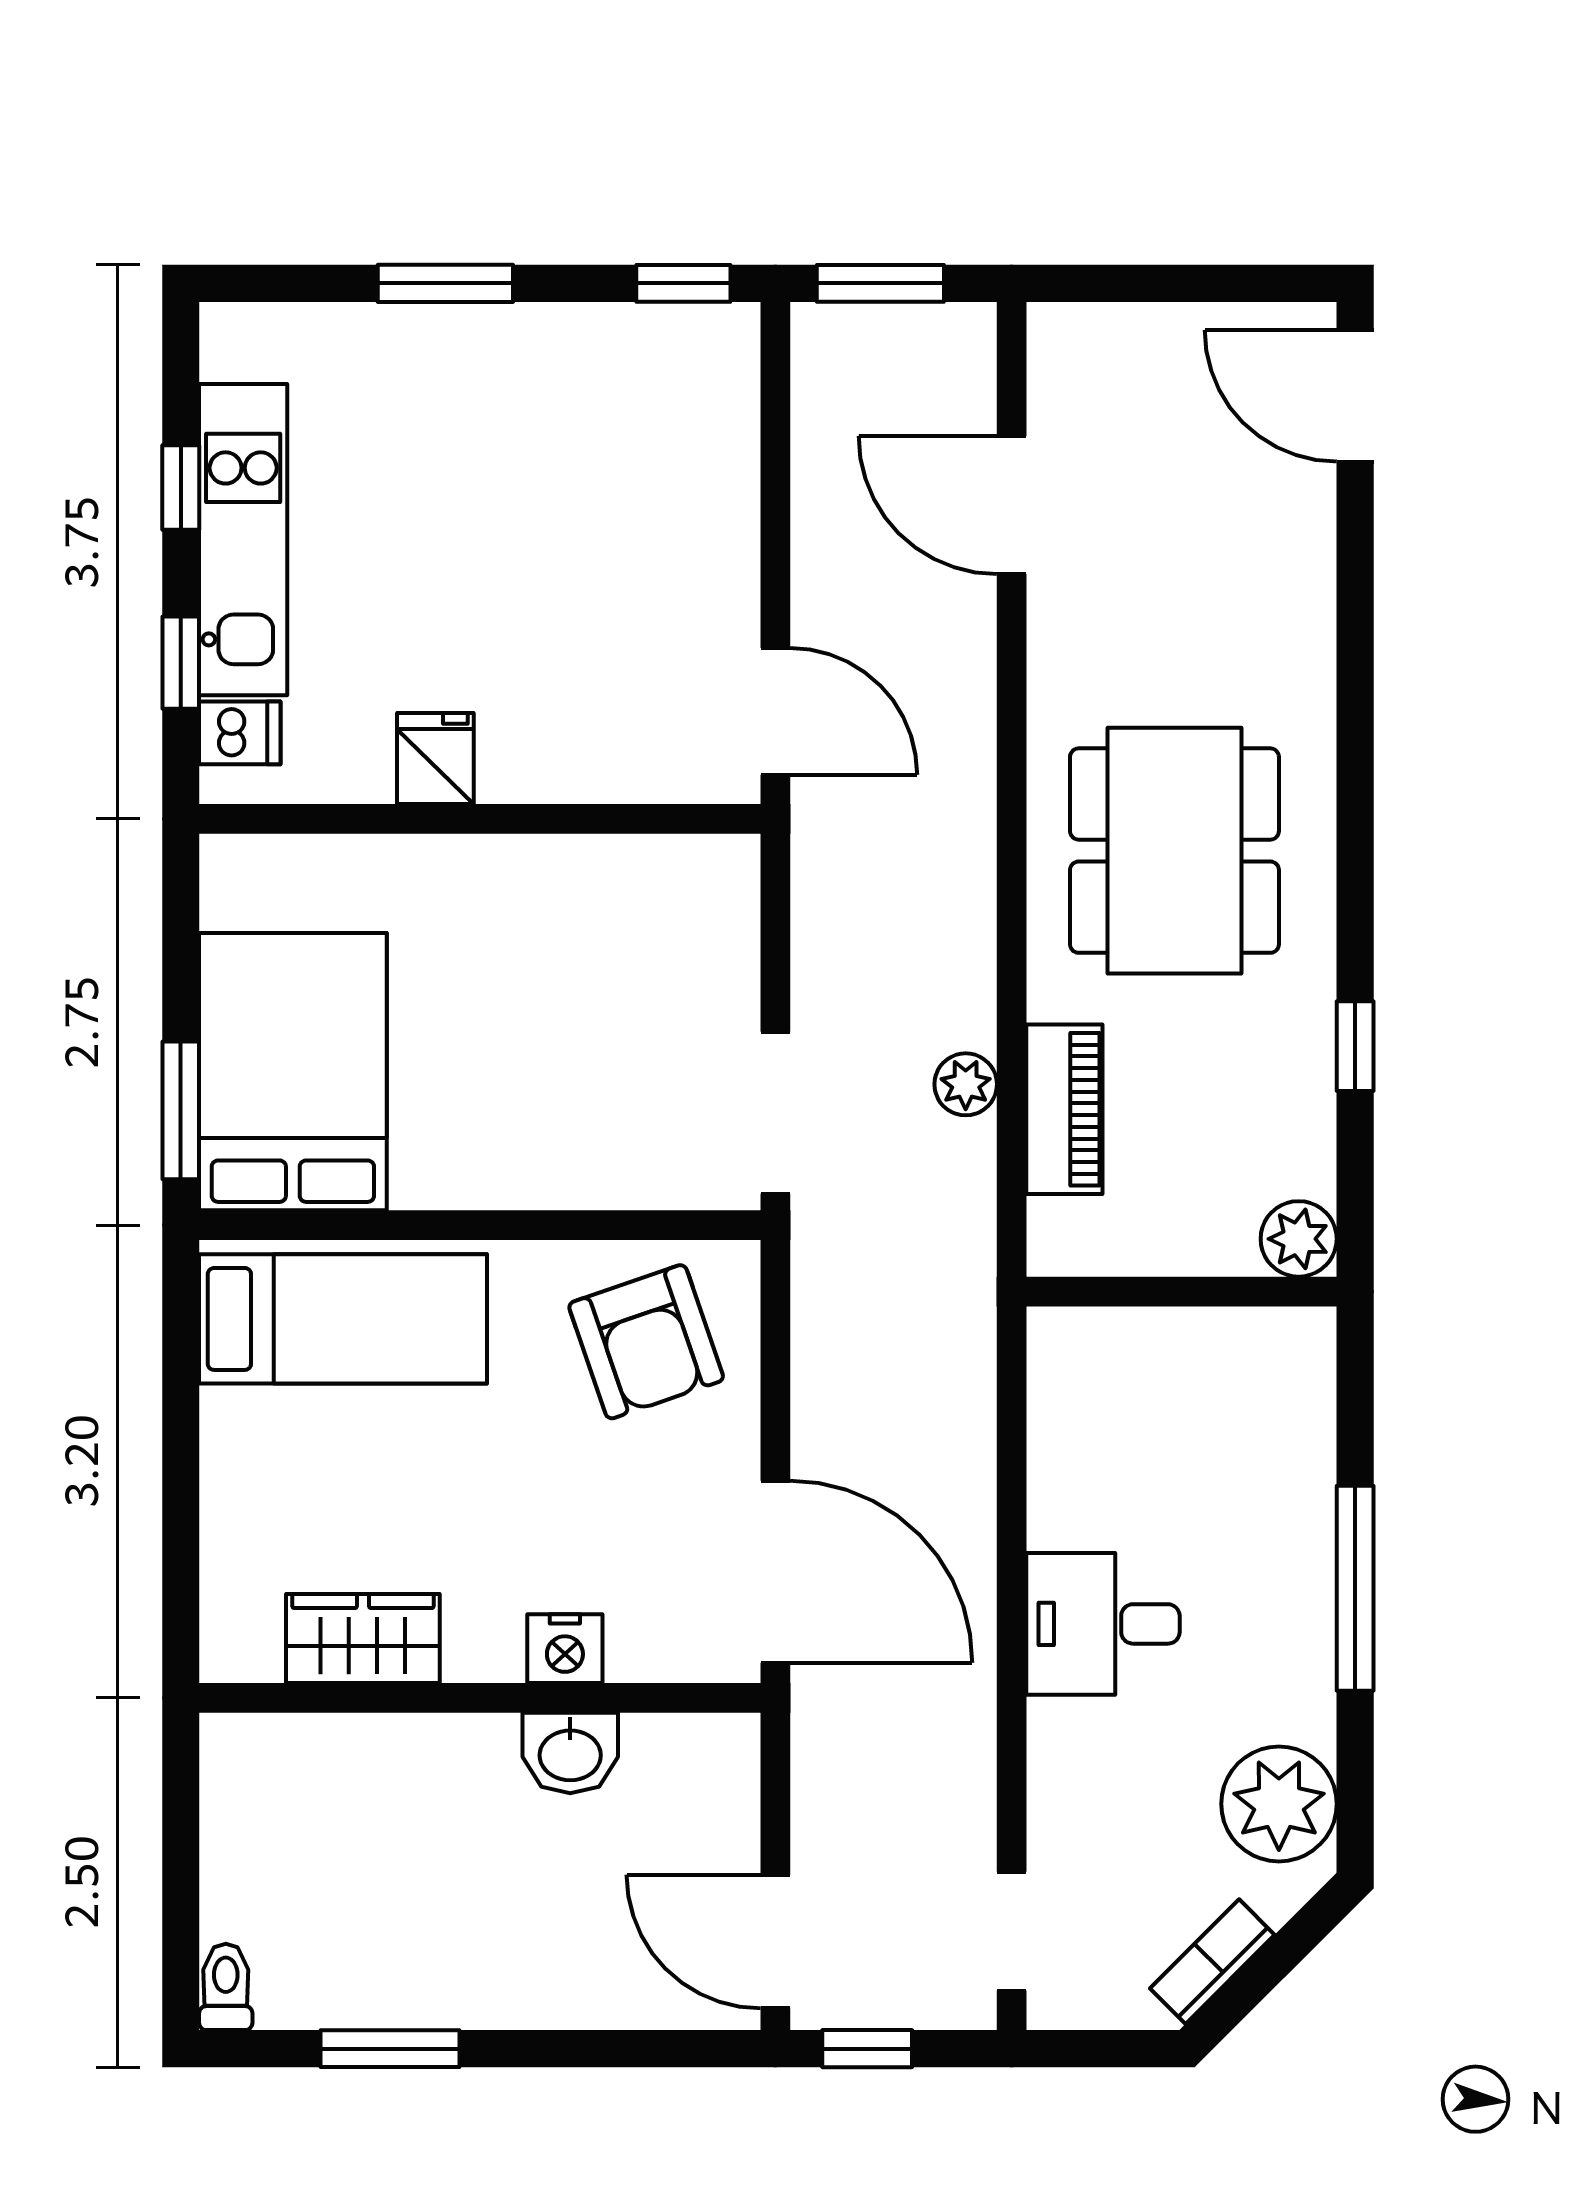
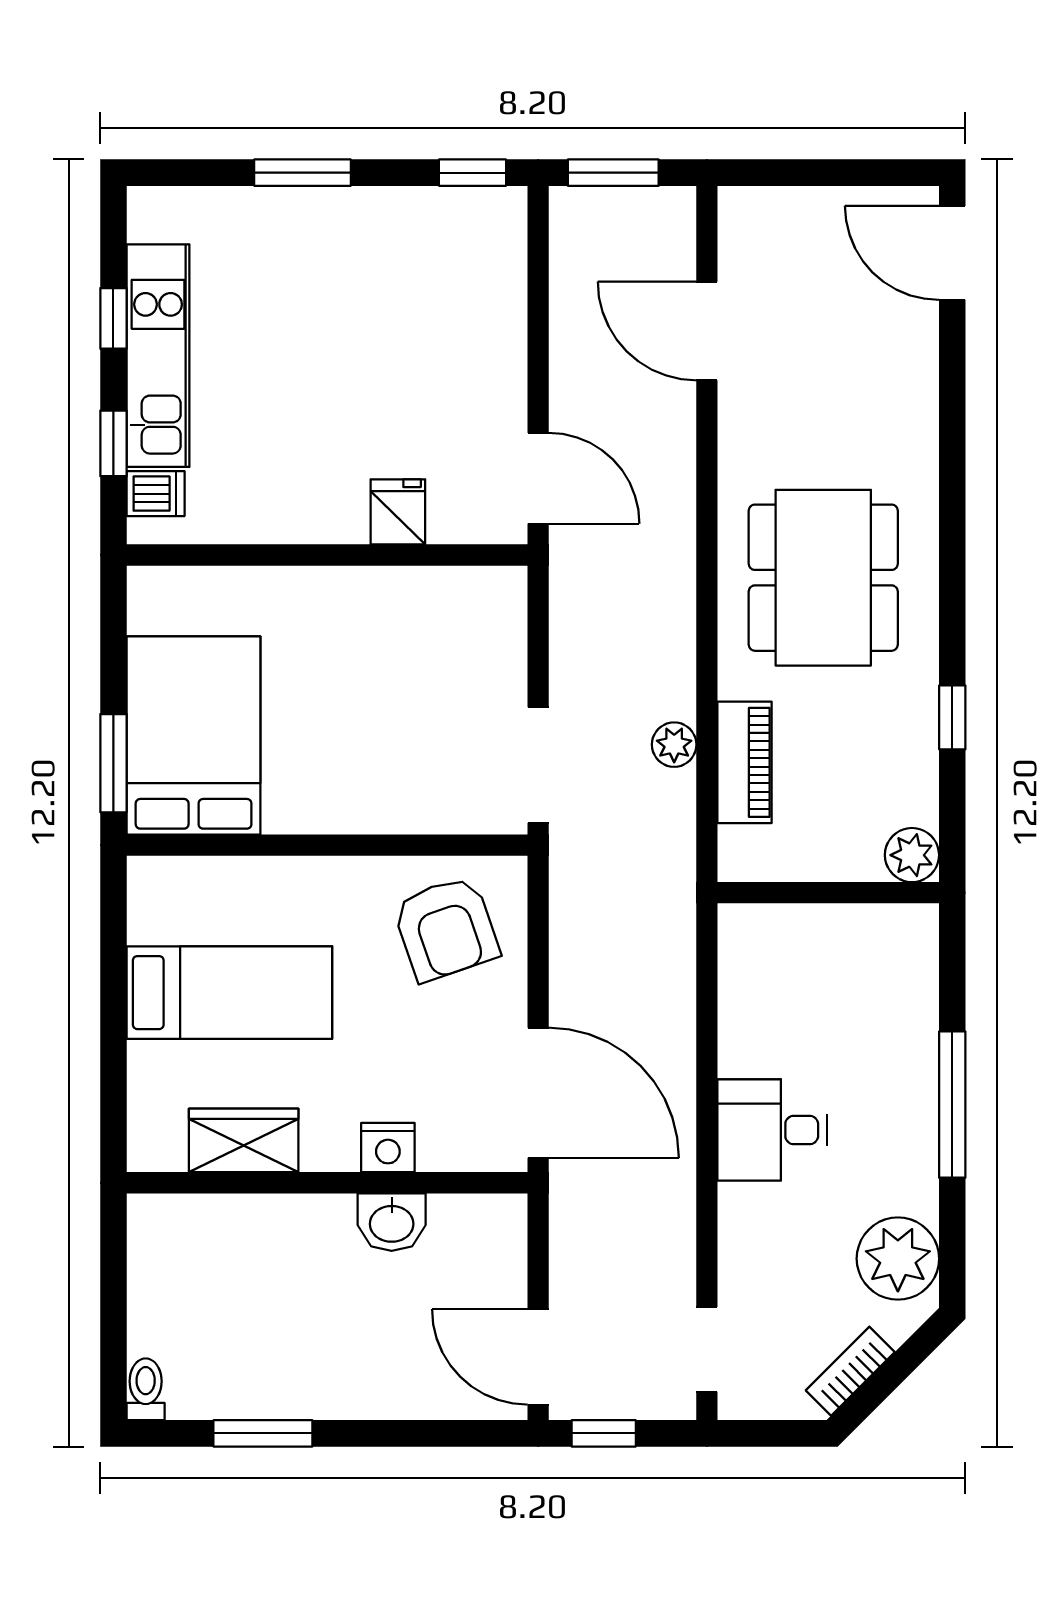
fridge: (435, 758) -> (398, 512), moved
bed: (343, 1319) -> (229, 993), moved

